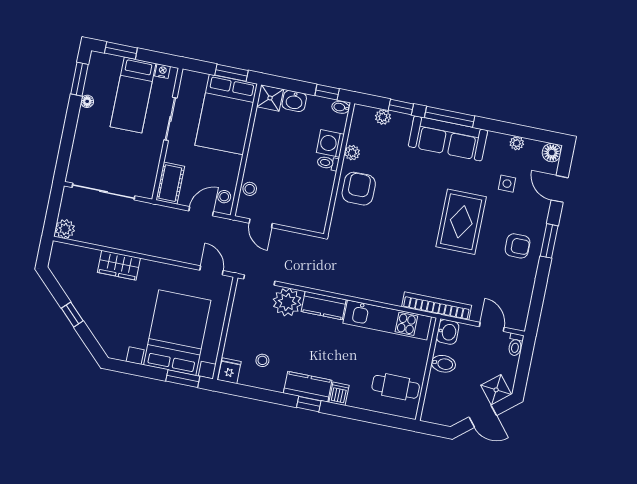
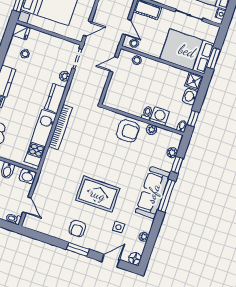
plant: (287, 302) -> (65, 76), width x0.53, depth x0.53
bookcase: (437, 306) -> (60, 127), moved
door: (492, 327) -> (27, 205), hinge flipped

